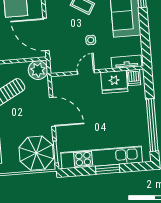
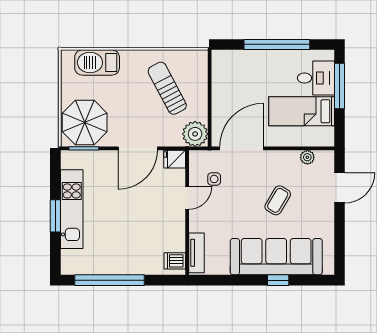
side table: (91, 40) -> (214, 179), moved
door: (86, 72) -> (187, 198), hinge flipped
fridge: (114, 82) -> (175, 159), moved, width x0.53, depth x0.75
kitchen unit: (102, 157) -> (72, 209), width x0.73

